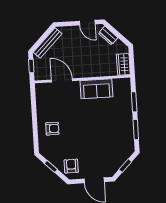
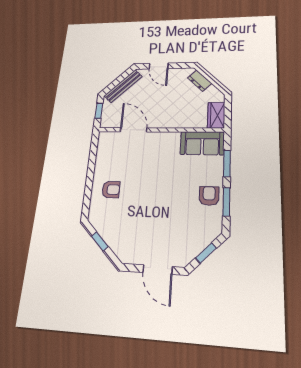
door: (87, 23) -> (159, 66), moved
sofa: (96, 89) -> (202, 143), moved
armchair: (71, 166) -> (209, 196), moved

